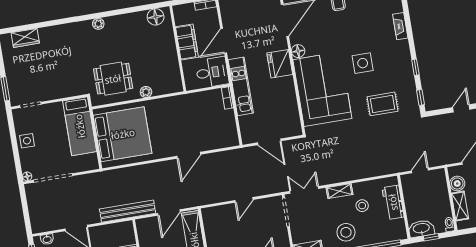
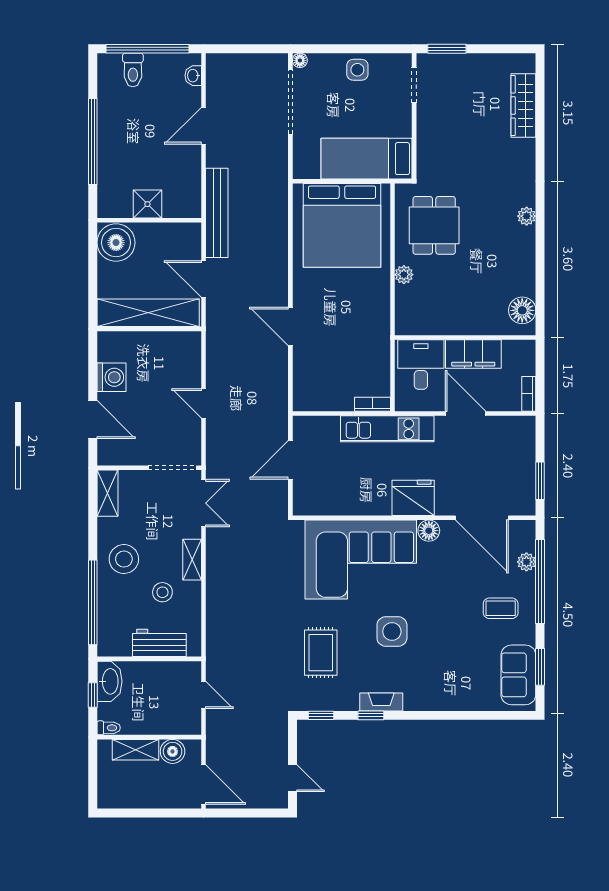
fireplace: (400, 26) -> (381, 702), moved
wardrobe: (25, 38) -> (523, 105), width x1.50
desk: (212, 72) -> (421, 365), moved, turned 180

